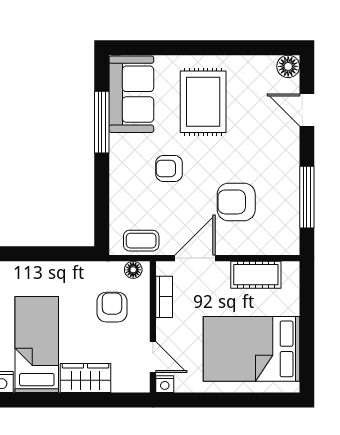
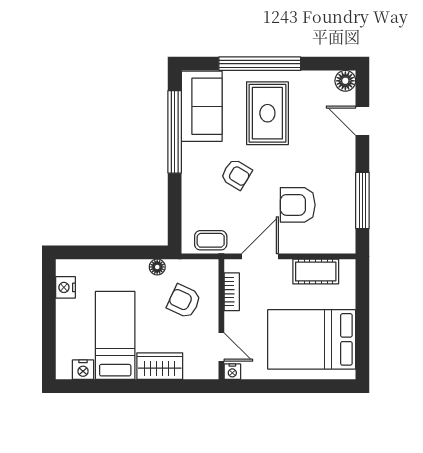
window: (195, 48) -> (260, 64), added
window: (102, 122) -> (175, 132), width x1.46
armchair: (169, 168) -> (236, 174), turned -149
floor lamp: (133, 270) -> (157, 267), moved
armchair: (112, 307) -> (184, 301), turned -65

